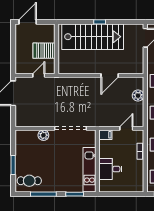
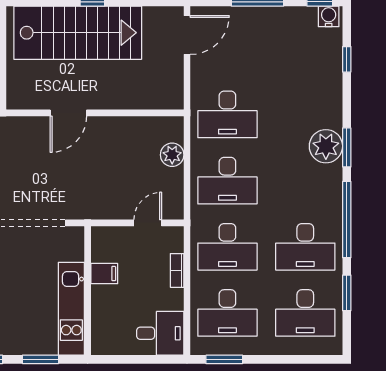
door: (110, 75) -> (68, 113), moved
filing cabinet: (105, 135) -> (104, 274), moved
desk: (110, 169) -> (160, 333), moved, turned 180

